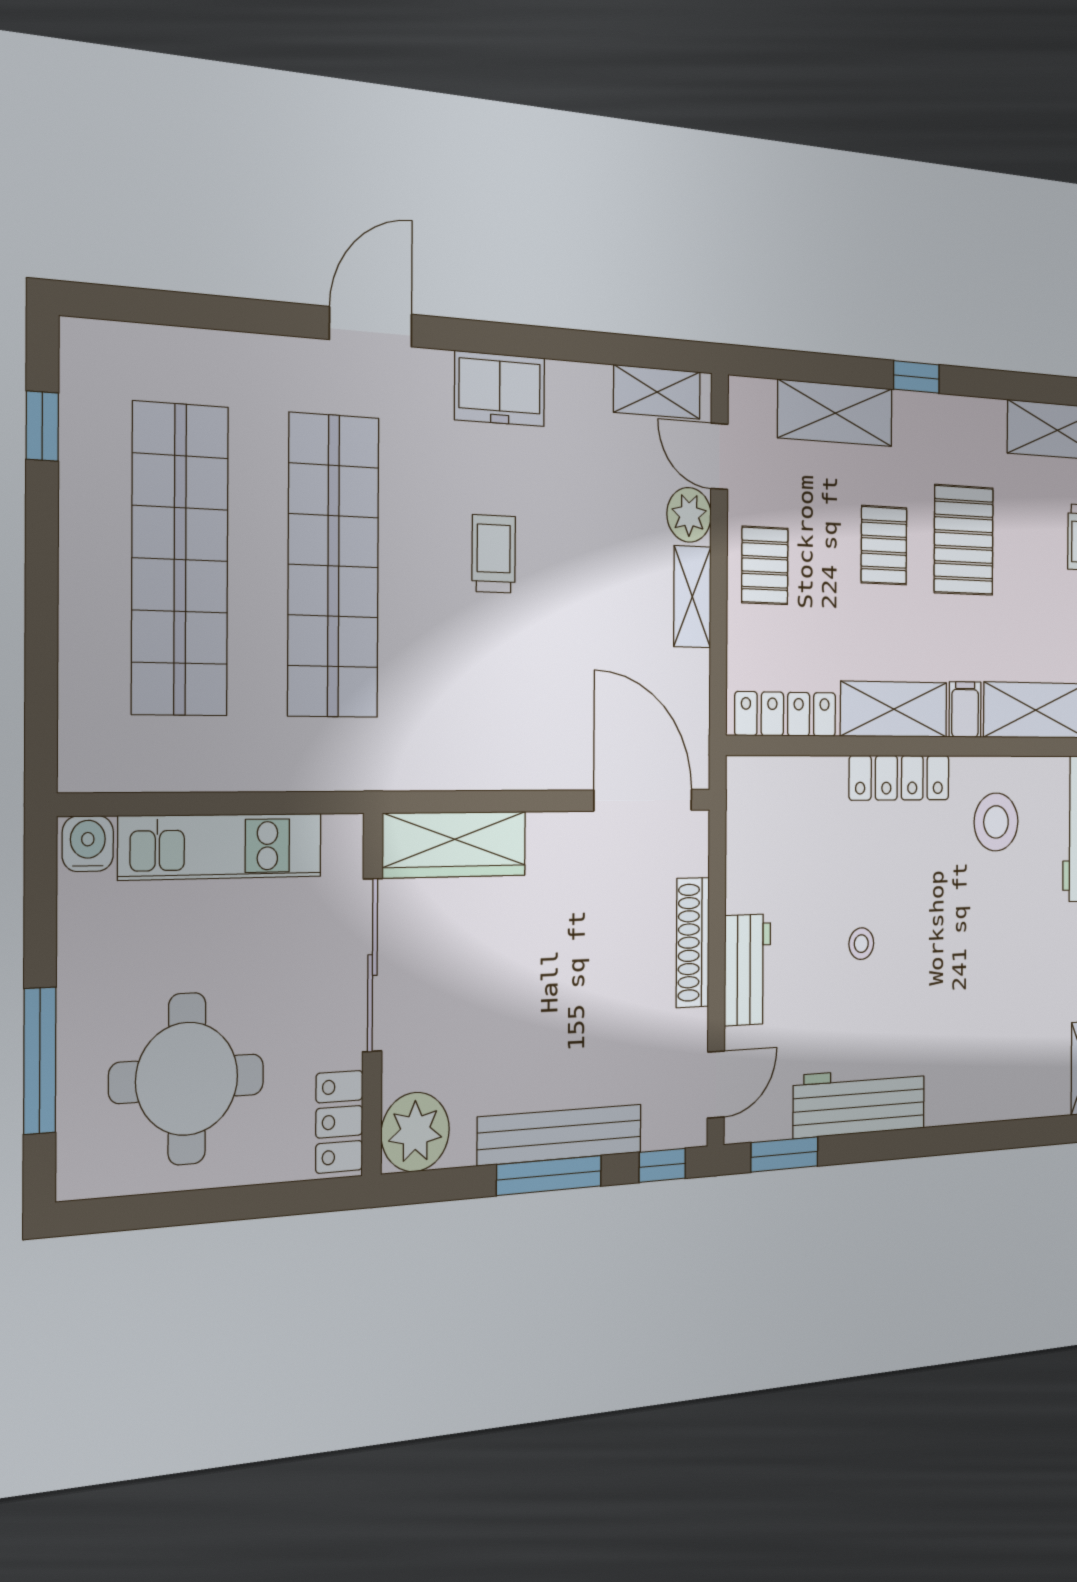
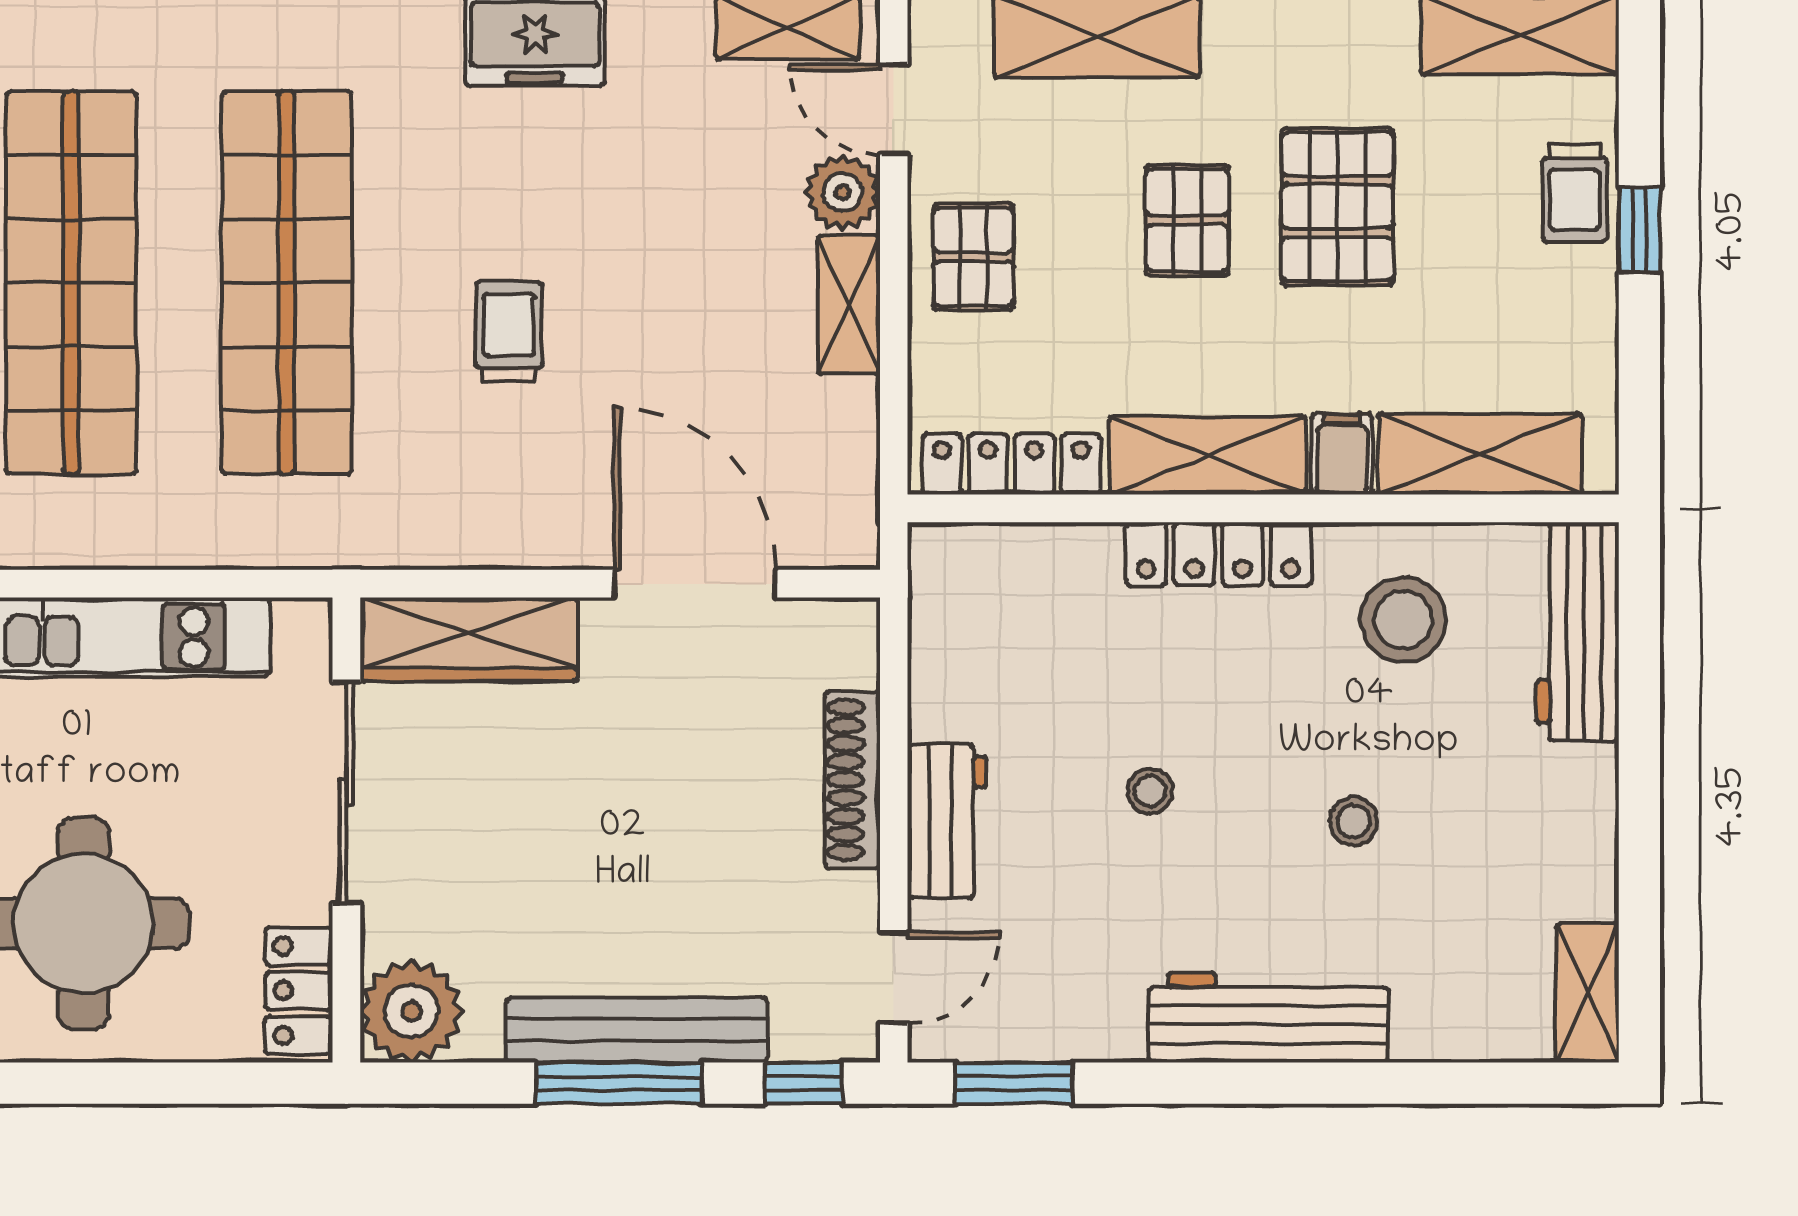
trolley: (494, 554) -> (509, 332), moved
door: (643, 800) -> (695, 584), moved
stool: (970, 960) -> (1354, 821), added
workbench: (859, 1102) -> (1268, 1018), moved

